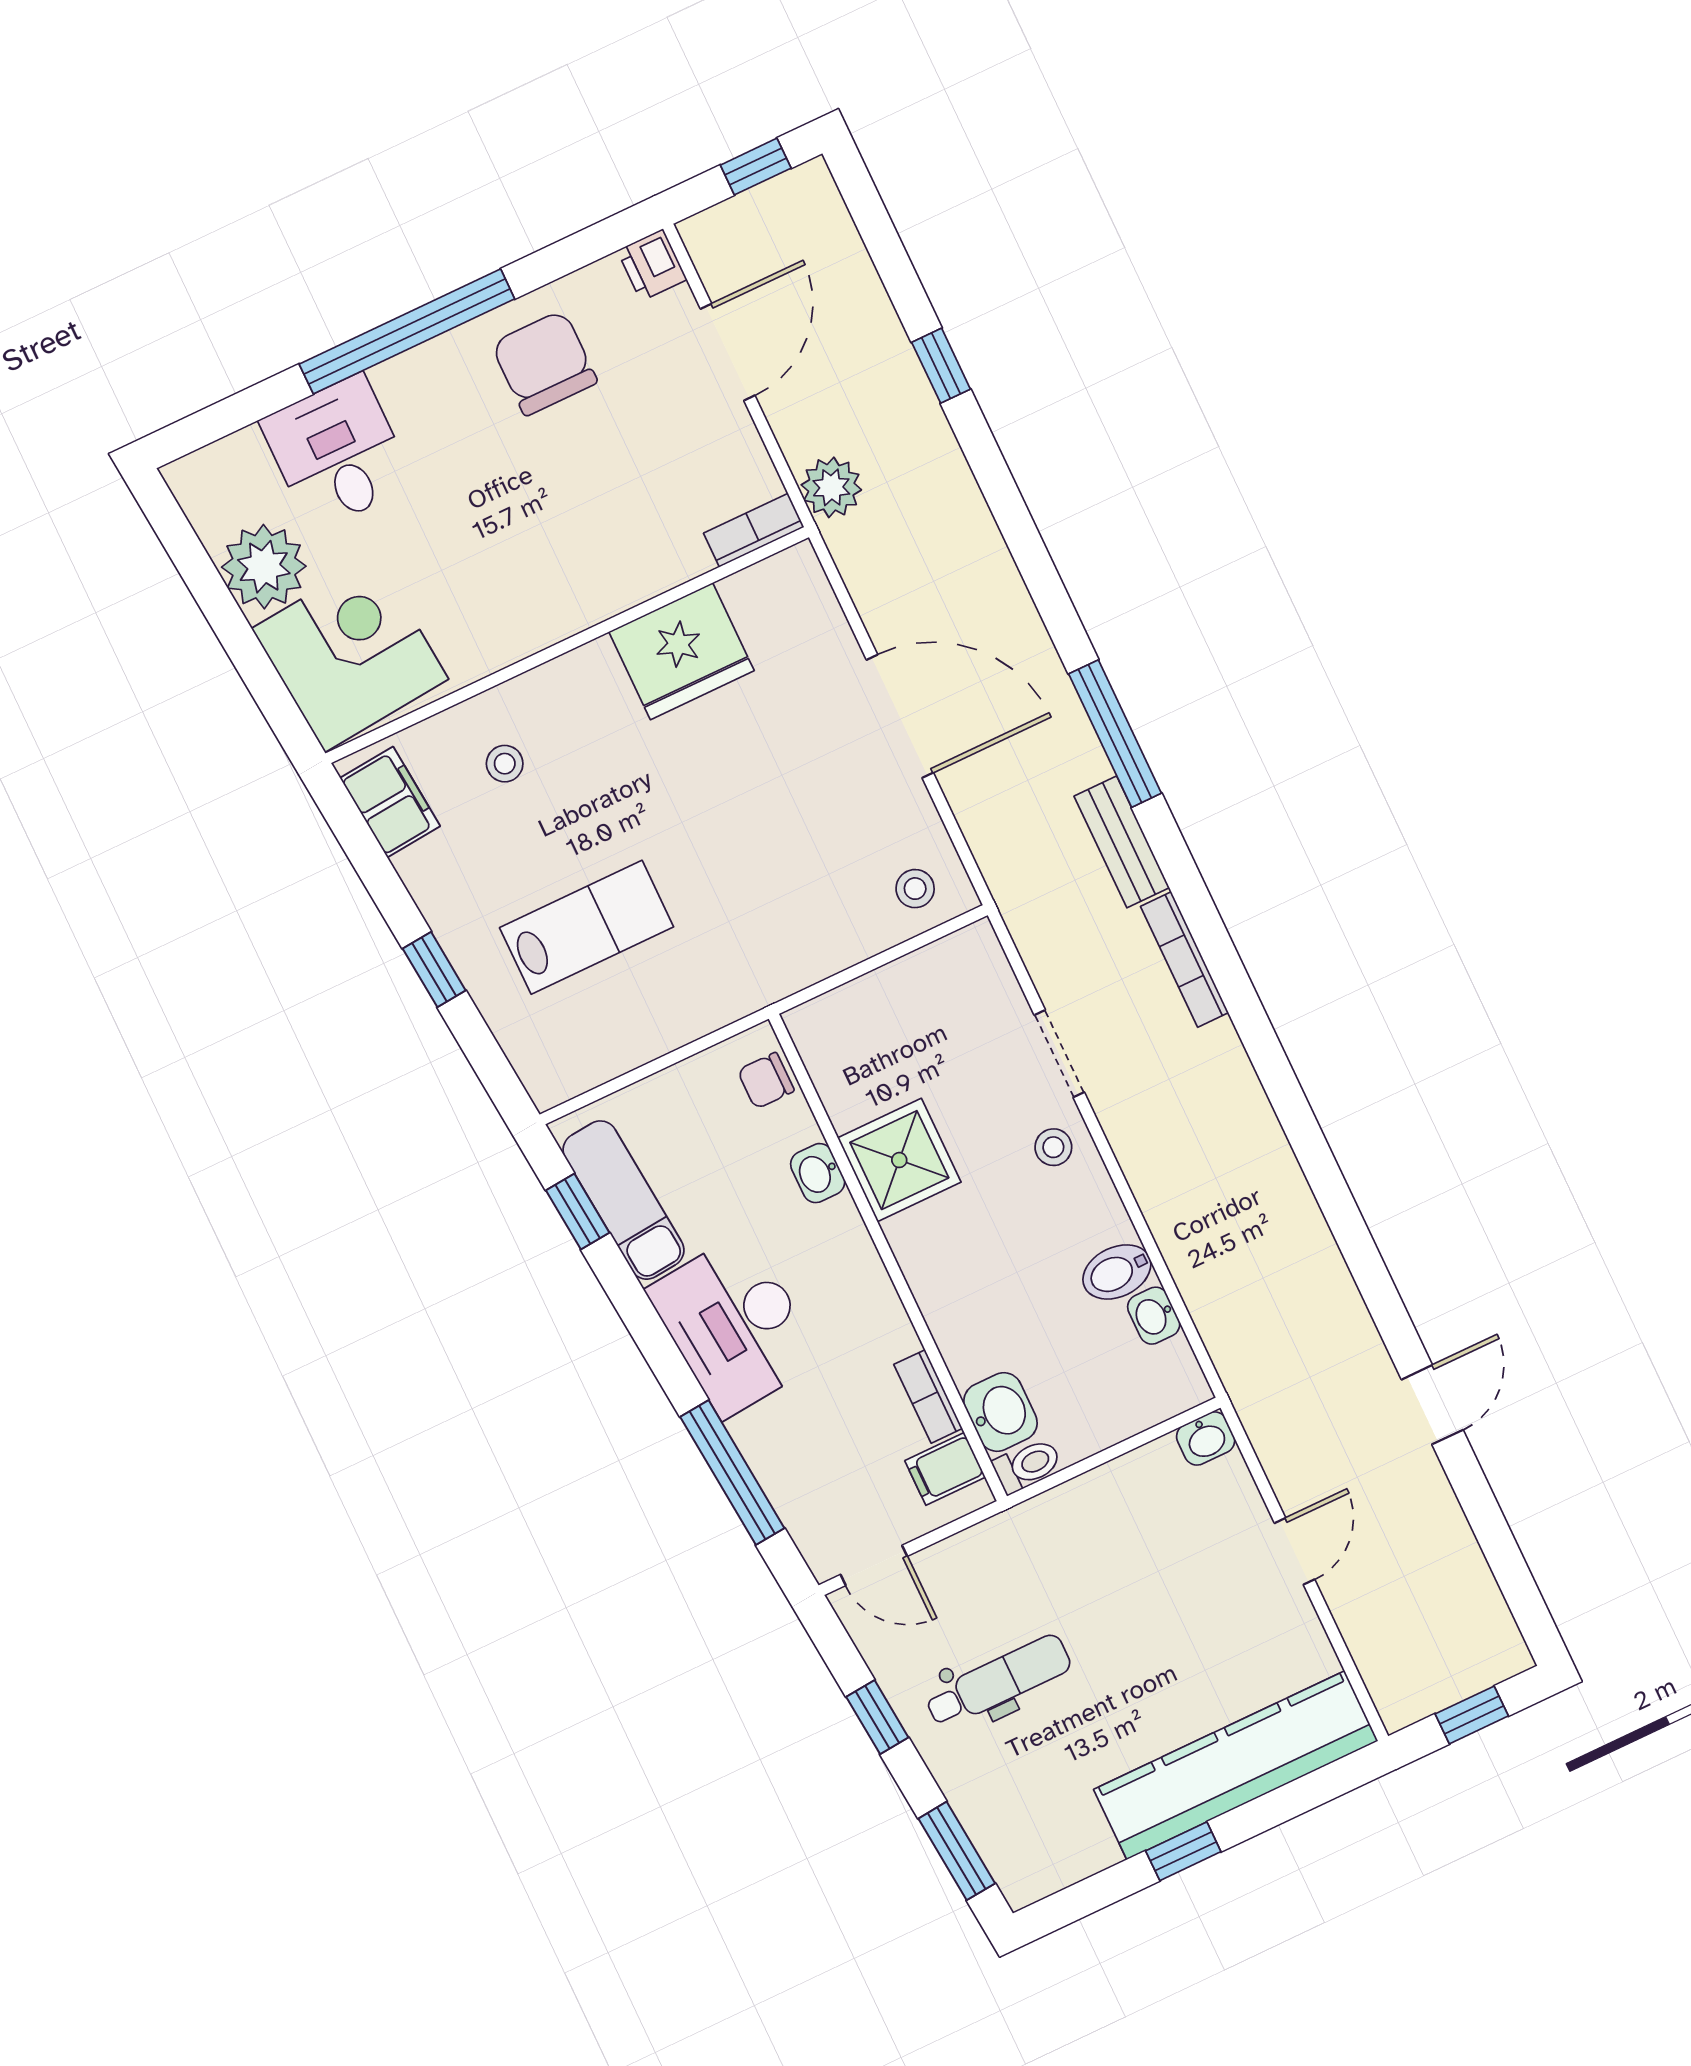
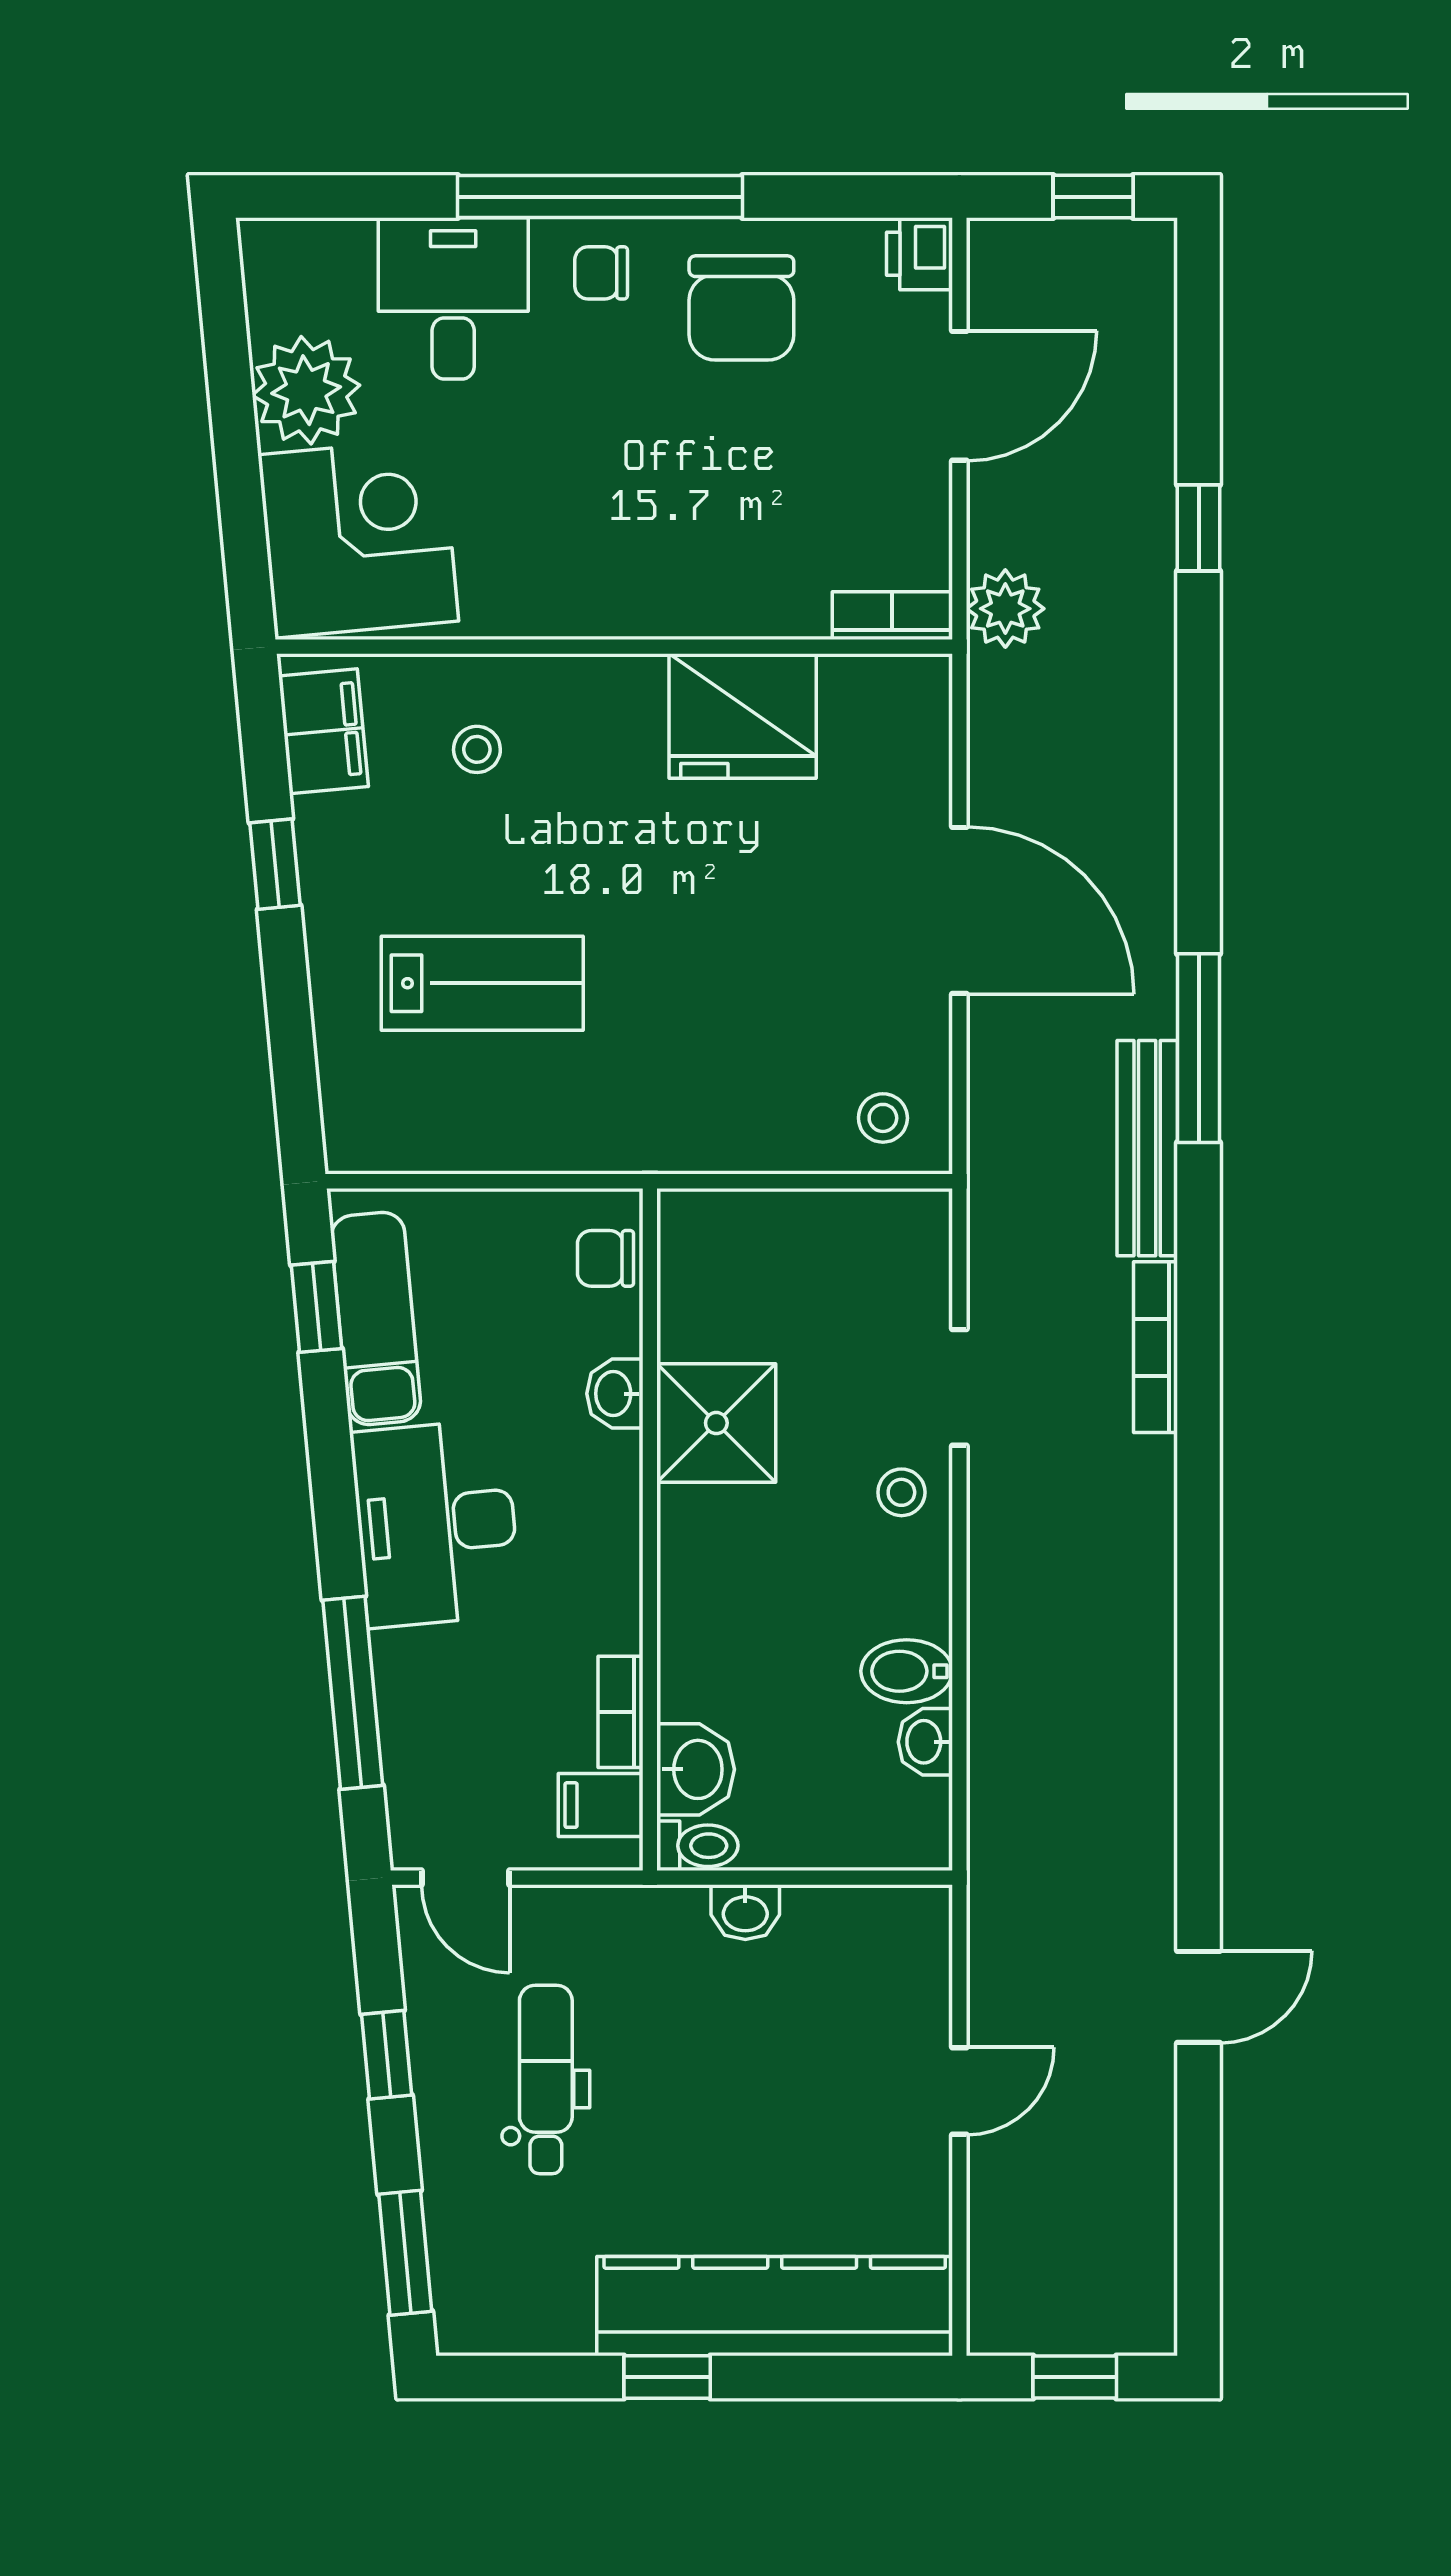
chair: (544, 363) -> (741, 308), turned 180
chair: (433, 385) -> (601, 273), added
bench: (1122, 842) -> (1147, 1148), width x1.36
window: (434, 970) -> (275, 864), moved
washbasin: (1206, 1438) -> (745, 1912), moved
dental chair: (998, 1681) -> (546, 2079), turned -90

